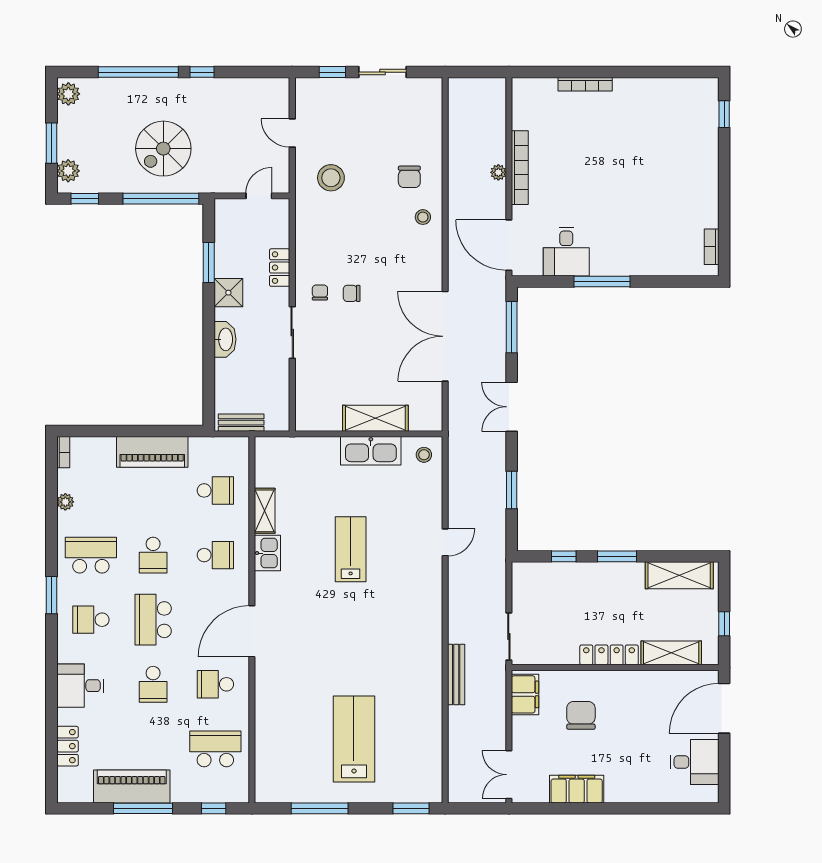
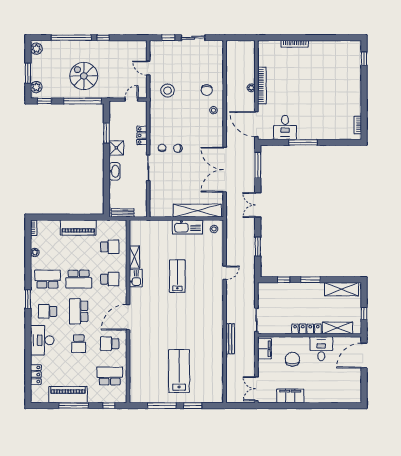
spiral stairs: (163, 149) -> (84, 76), turned 90
shelving: (375, 418) -> (197, 211), width x1.47
school desk: (153, 555) -> (79, 279), width x1.85
desk: (80, 686) -> (42, 340), width x1.37
desk: (695, 762) -> (321, 349), moved, turned -90
window: (411, 808) -> (193, 406), moved

